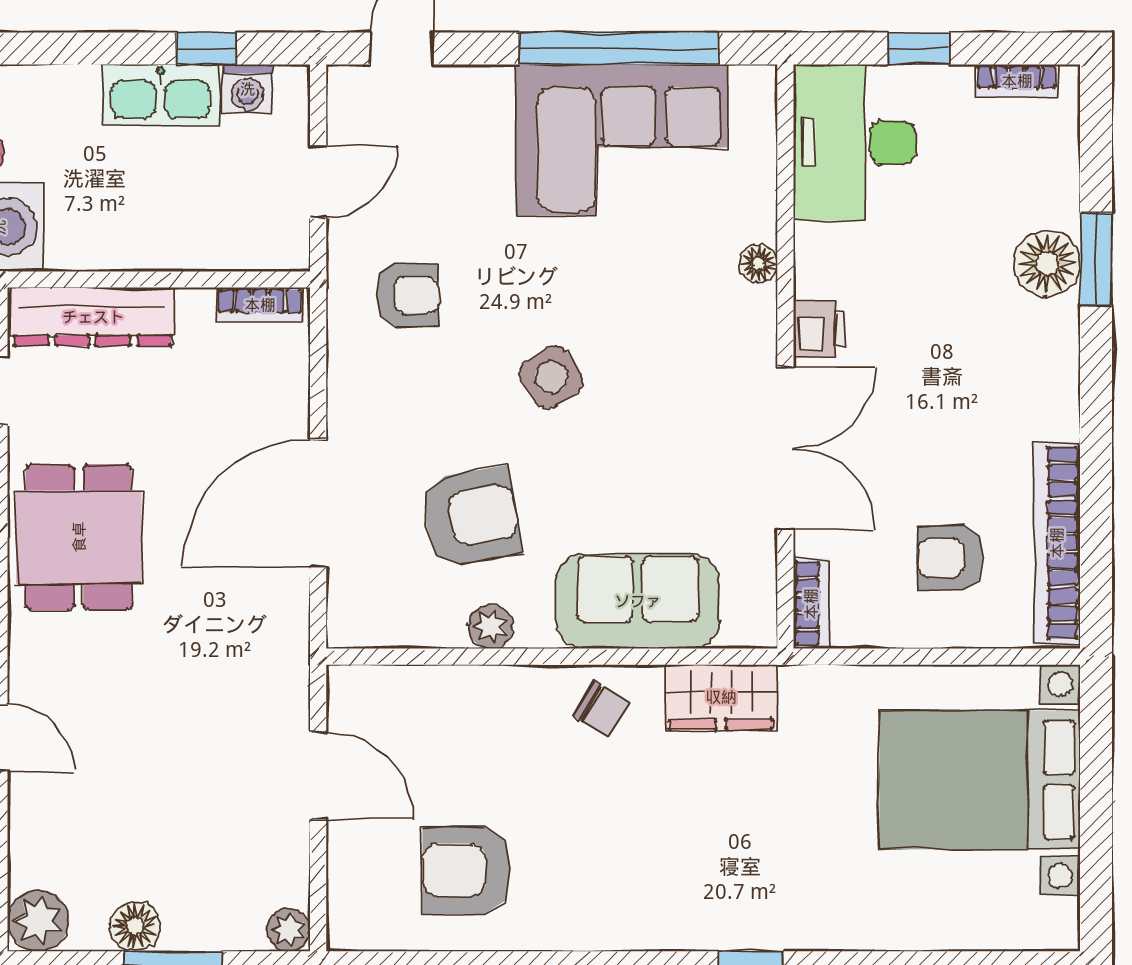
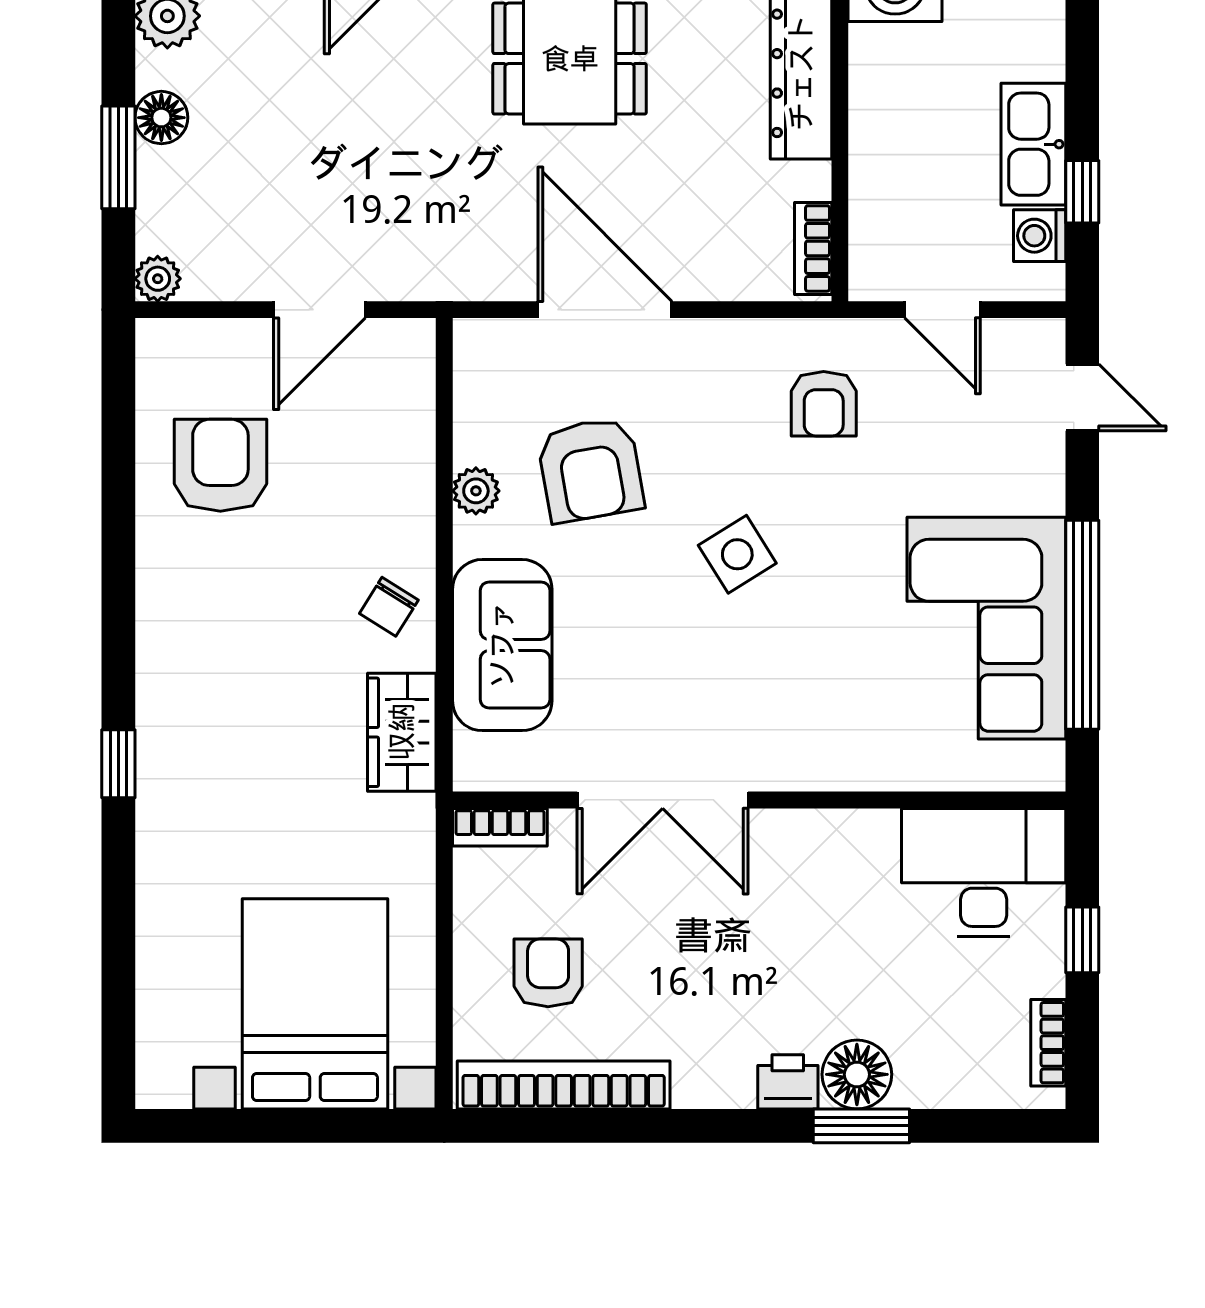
floor lamp: (758, 264) -> (857, 772), removed
printer: (819, 329) -> (788, 1082), moved, turned 180

